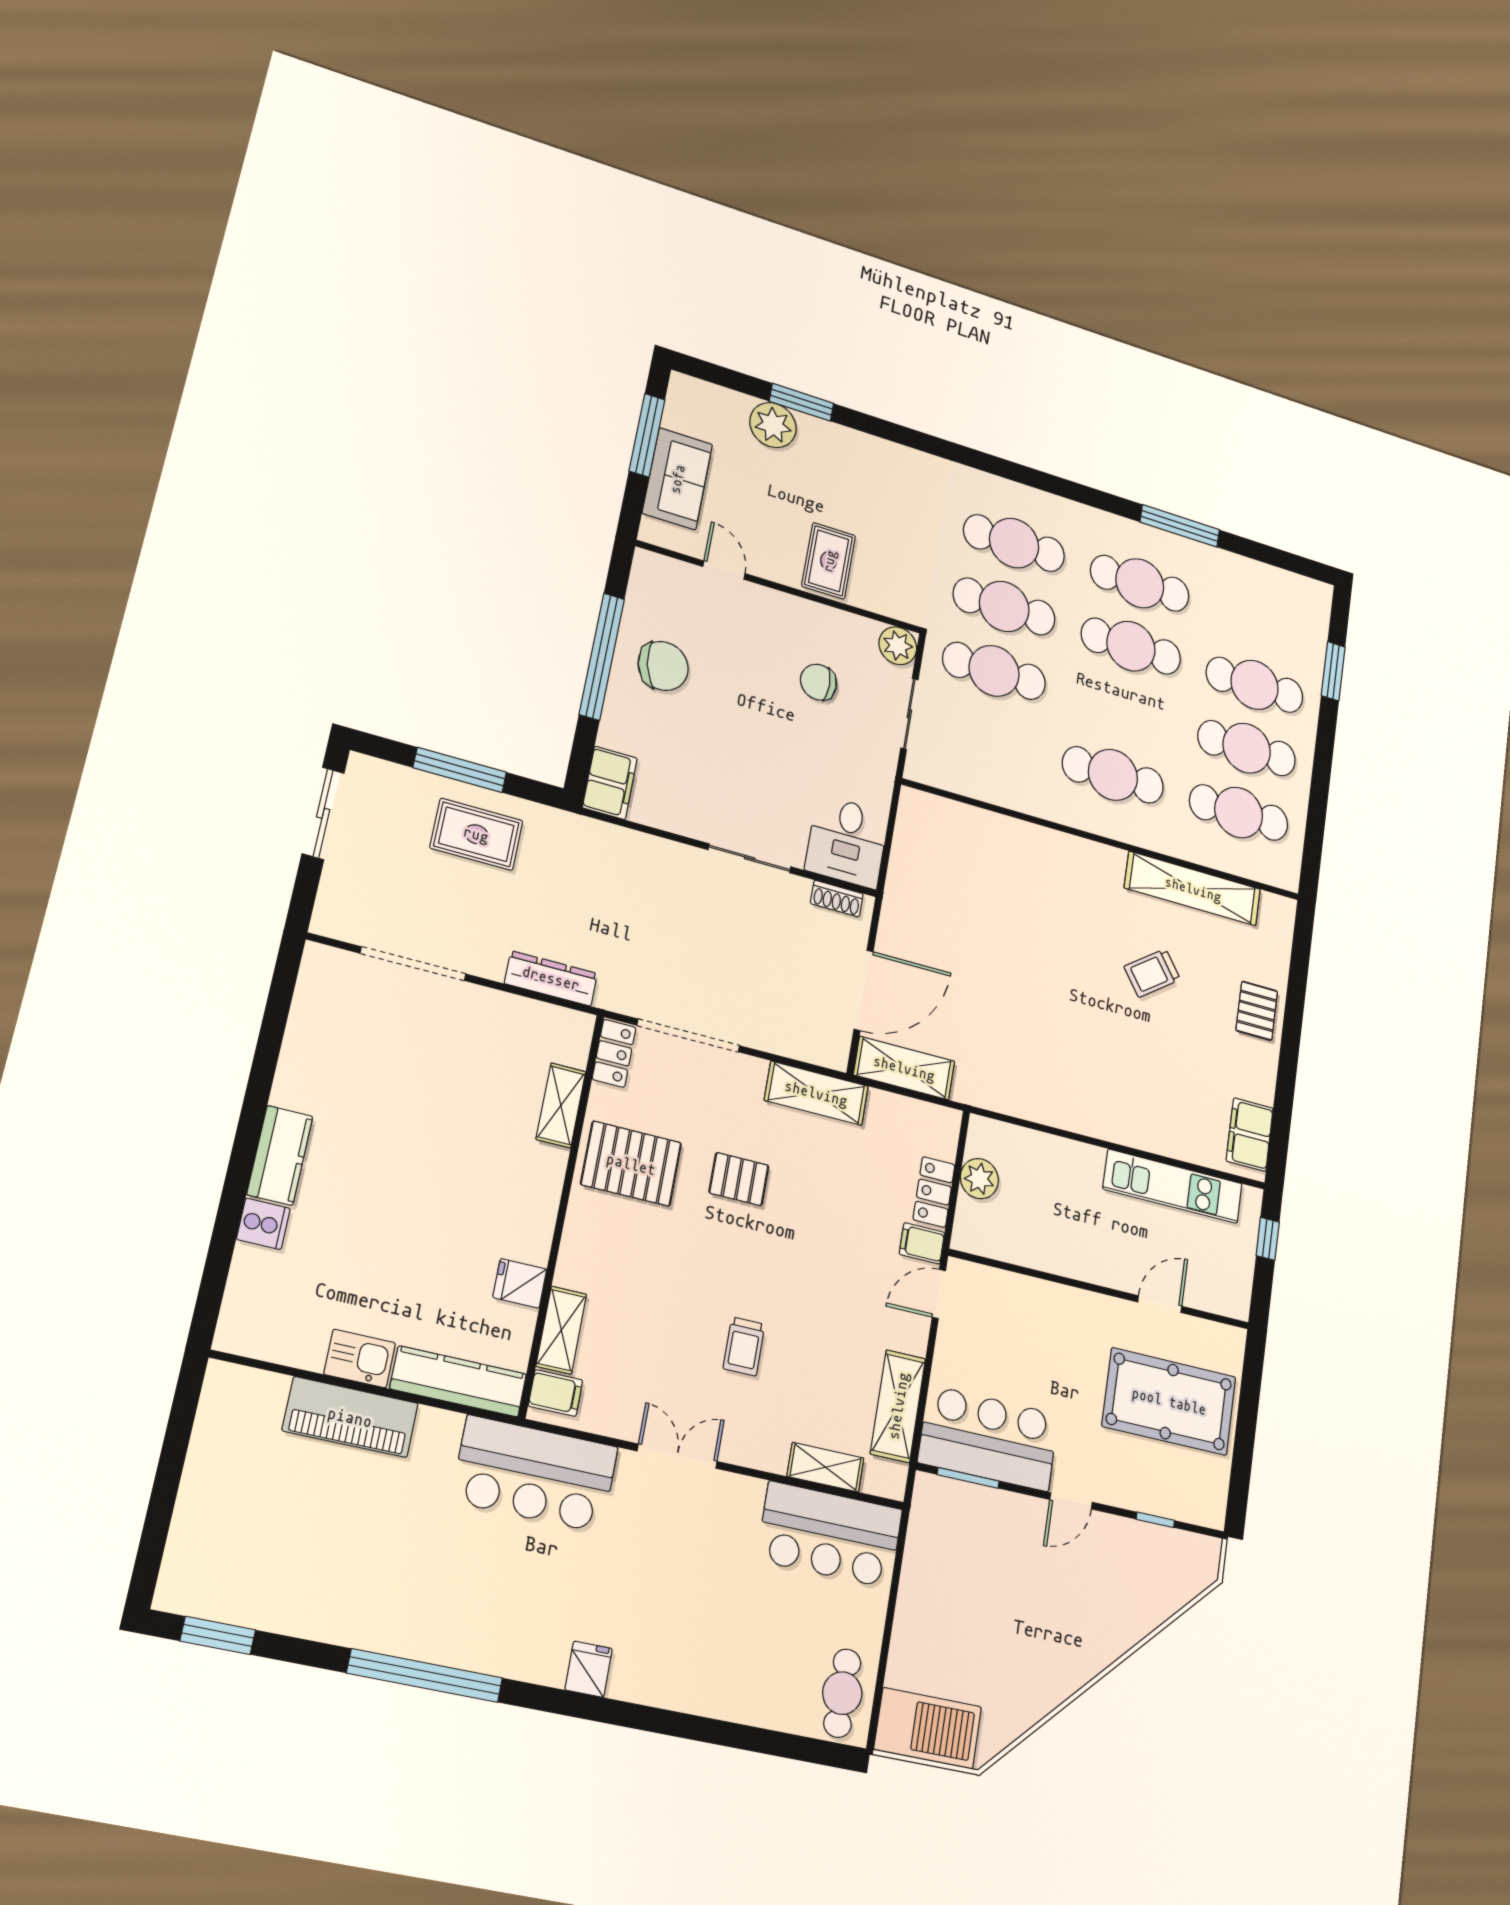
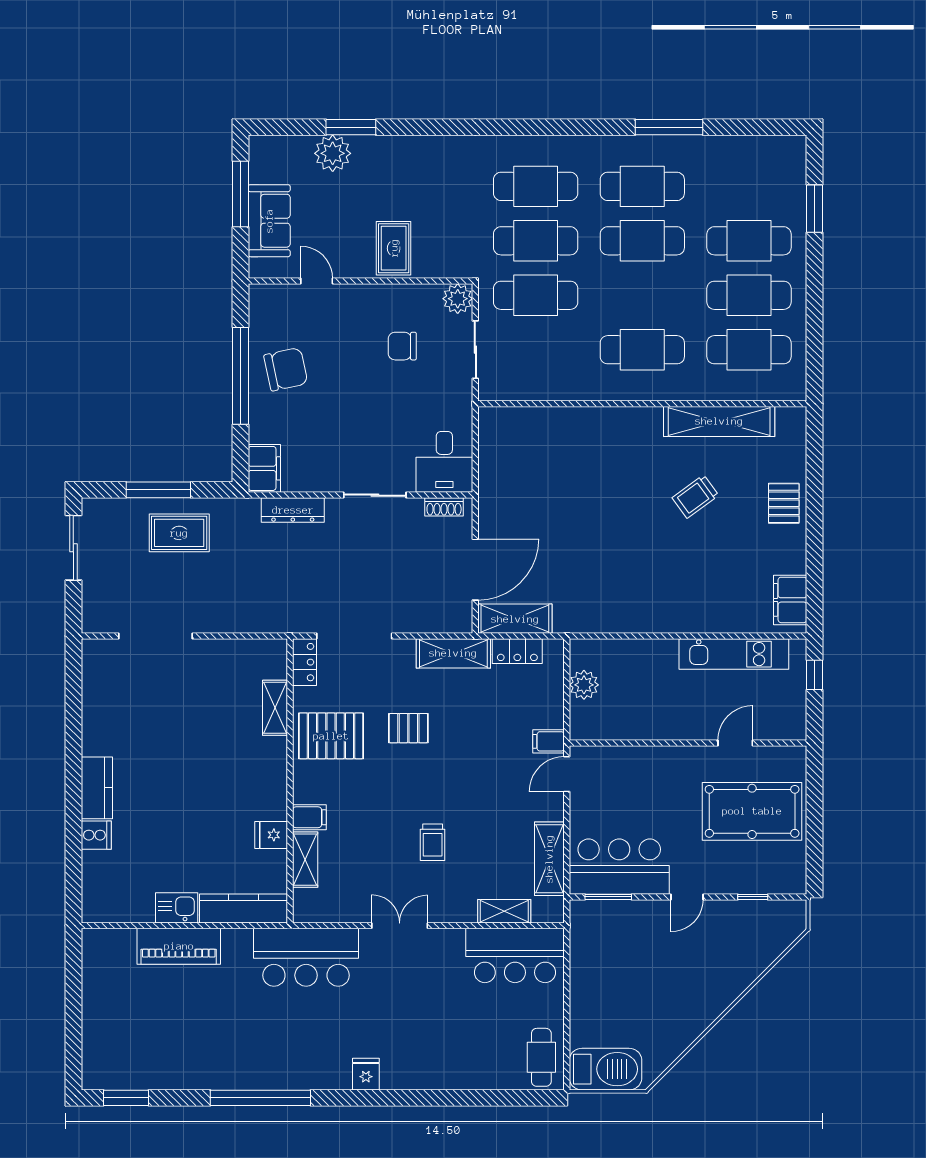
dresser: (551, 978) -> (293, 510), moved, turned 180
locker: (934, 1192) -> (517, 651), moved, turned -90
filing cabinet: (555, 1393) -> (309, 817), moved

